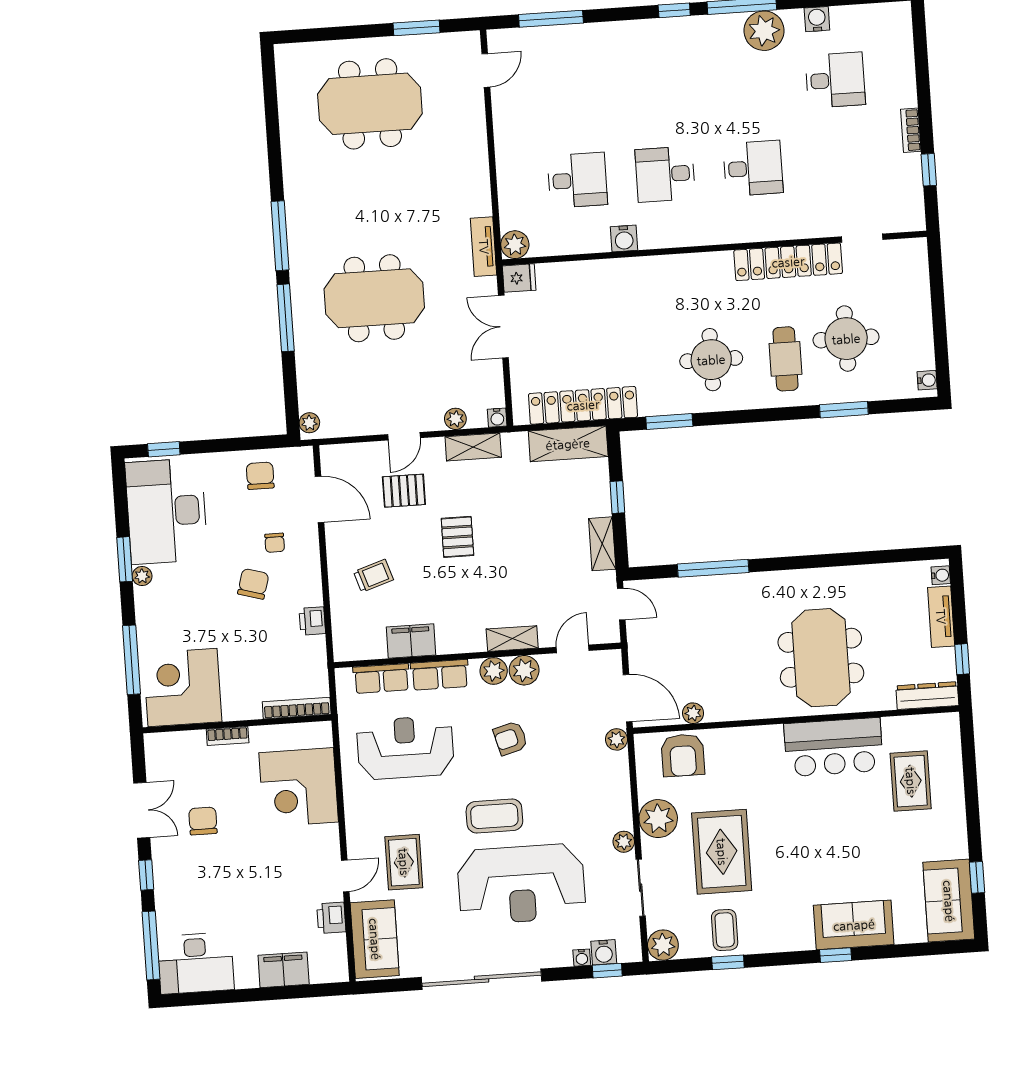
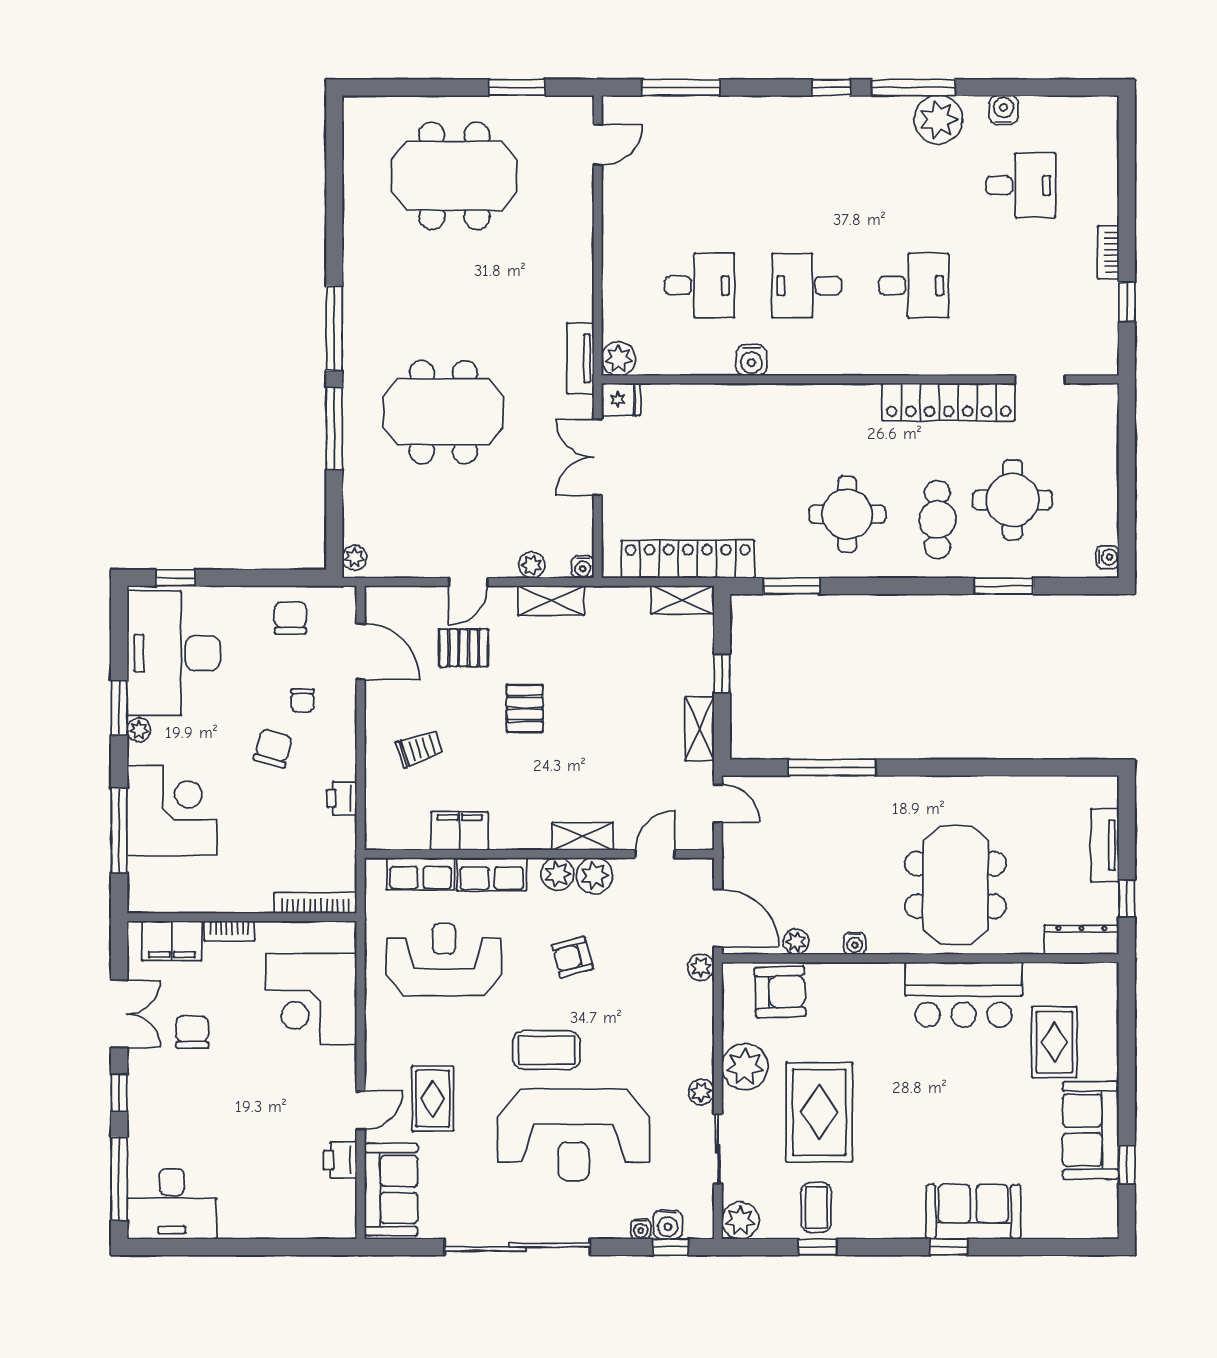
shelving: (568, 444) -> (683, 600), width x0.67, depth x0.75
water cooler: (941, 575) -> (855, 943), moved, turned 90
corner desk: (182, 687) -> (172, 811), moved, turned 90
armchair: (683, 755) -> (780, 992), turned -92
sofa: (949, 901) -> (1091, 1130), moved
filing cabinet: (284, 970) -> (172, 941), moved, turned 180

